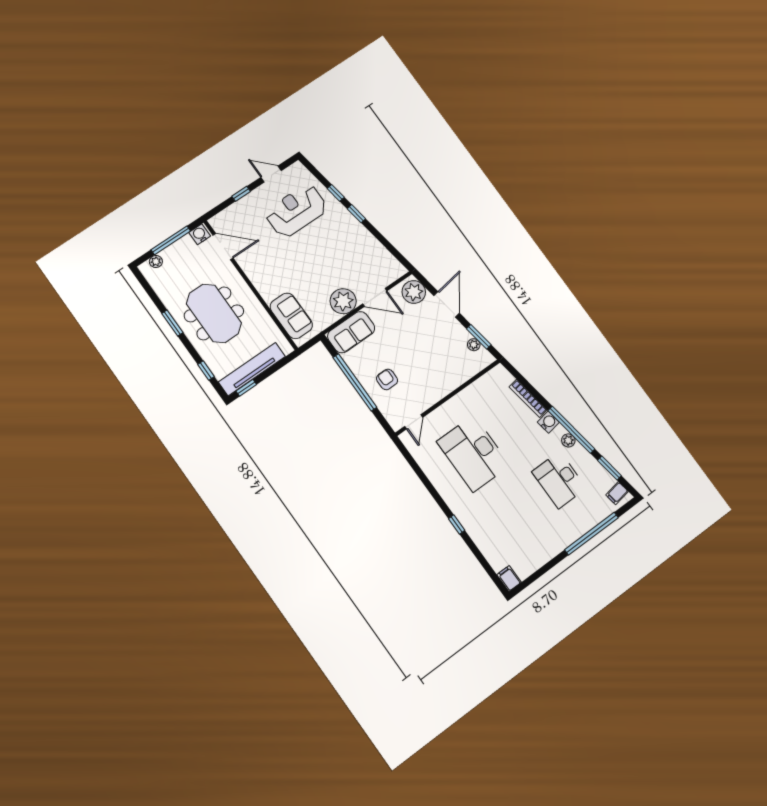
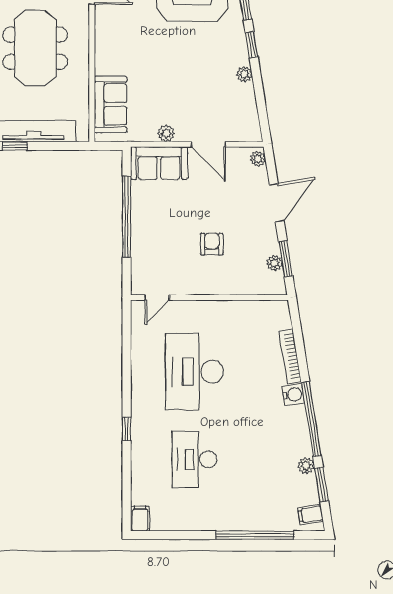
plant: (365, 236) -> (244, 74), added
plant: (414, 292) -> (258, 159), width x0.53, depth x0.53
plant: (343, 301) -> (166, 133), width x0.53, depth x0.53
armchair: (387, 379) -> (212, 244), moved
plant: (568, 440) -> (306, 466), moved
desk: (559, 480) -> (194, 459), moved

